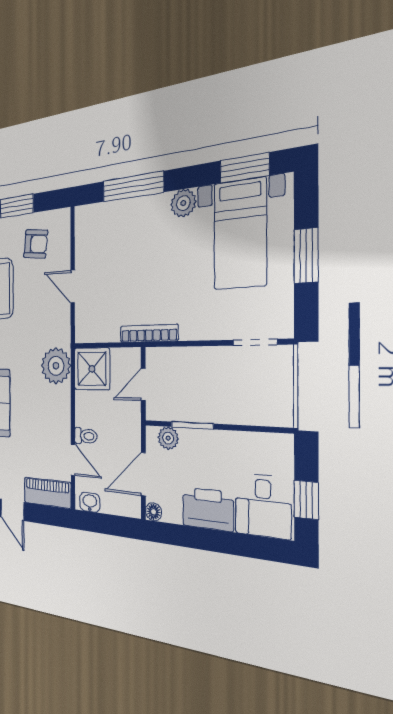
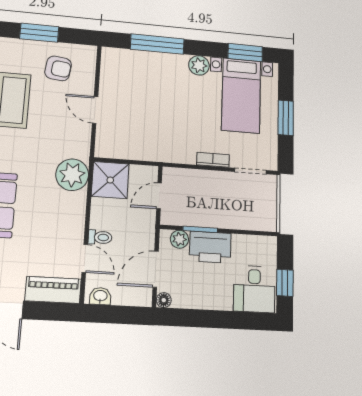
bookcase: (149, 333) -> (213, 160), moved, width x0.64
printer: (208, 509) -> (210, 247), moved, turned 180

